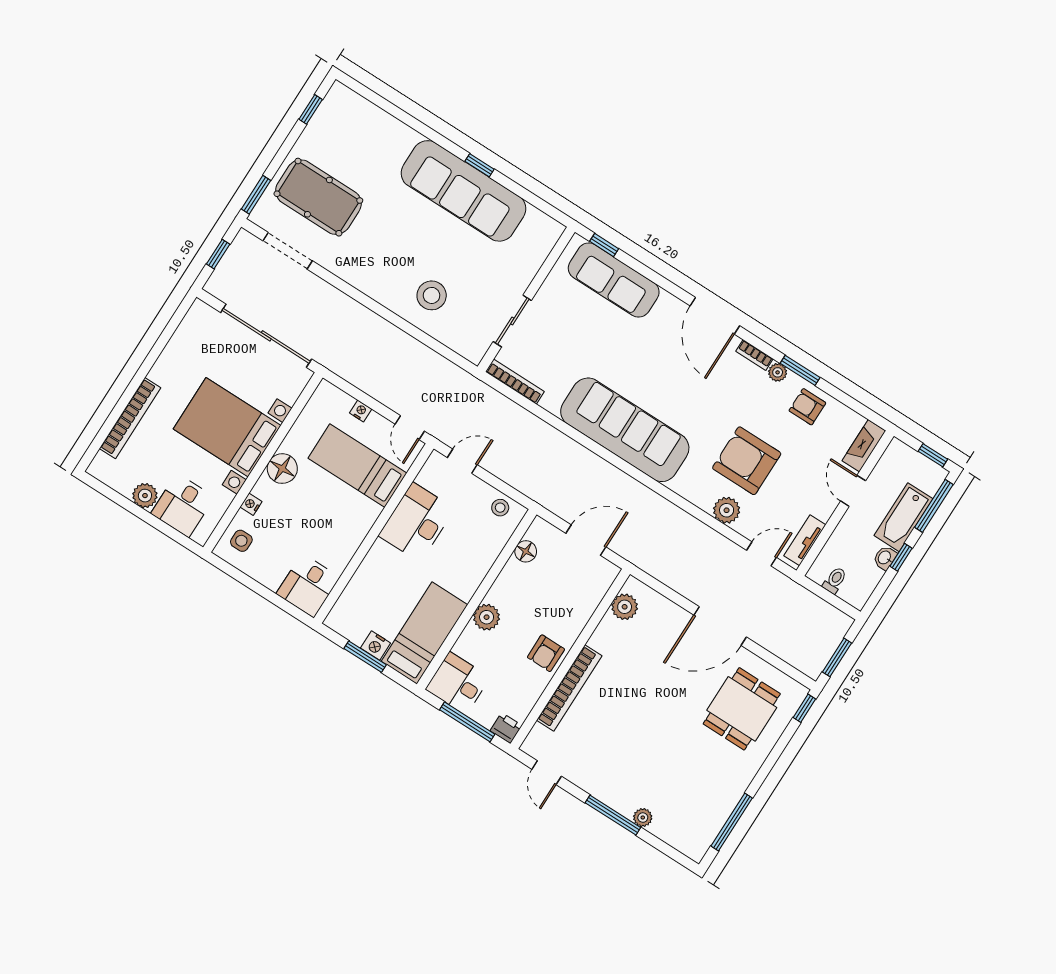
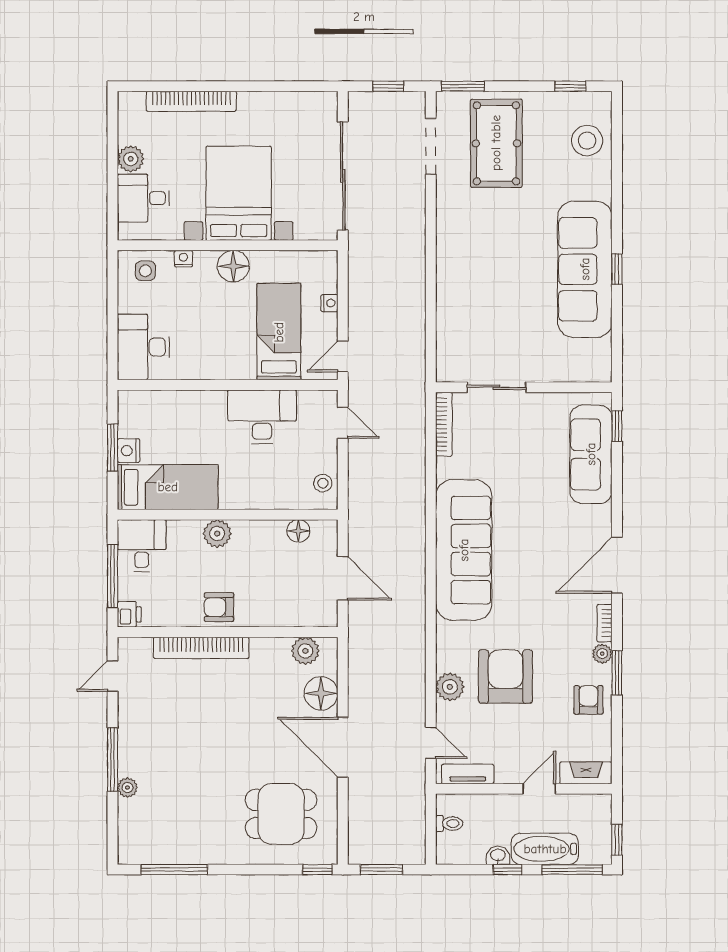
stool: (432, 295) -> (587, 141), moved
desk: (308, 586) -> (143, 347), width x1.37
floor lamp: (666, 616) -> (321, 693), added

